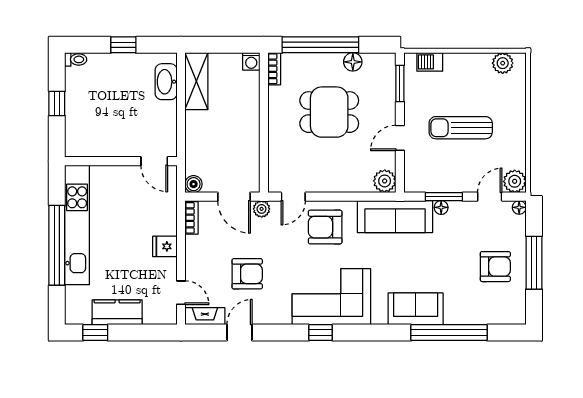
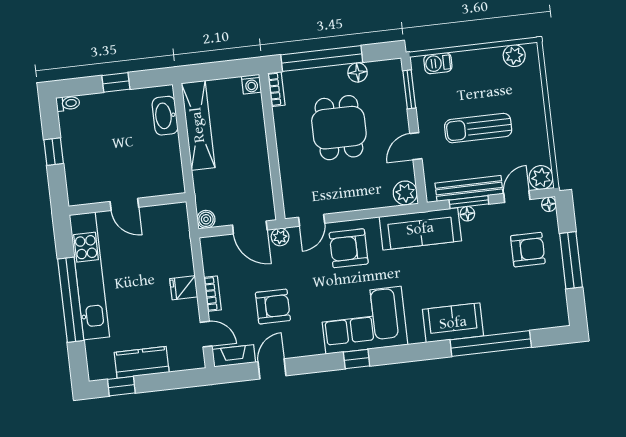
shelving: (196, 81) -> (198, 125), width x1.47
dining table: (329, 112) -> (339, 128), turned 90
door: (154, 161) -> (124, 204), moved
bench: (445, 184) -> (469, 189), added
bookcase: (192, 218) -> (212, 294), moved
armchair: (495, 267) -> (528, 250), moved

